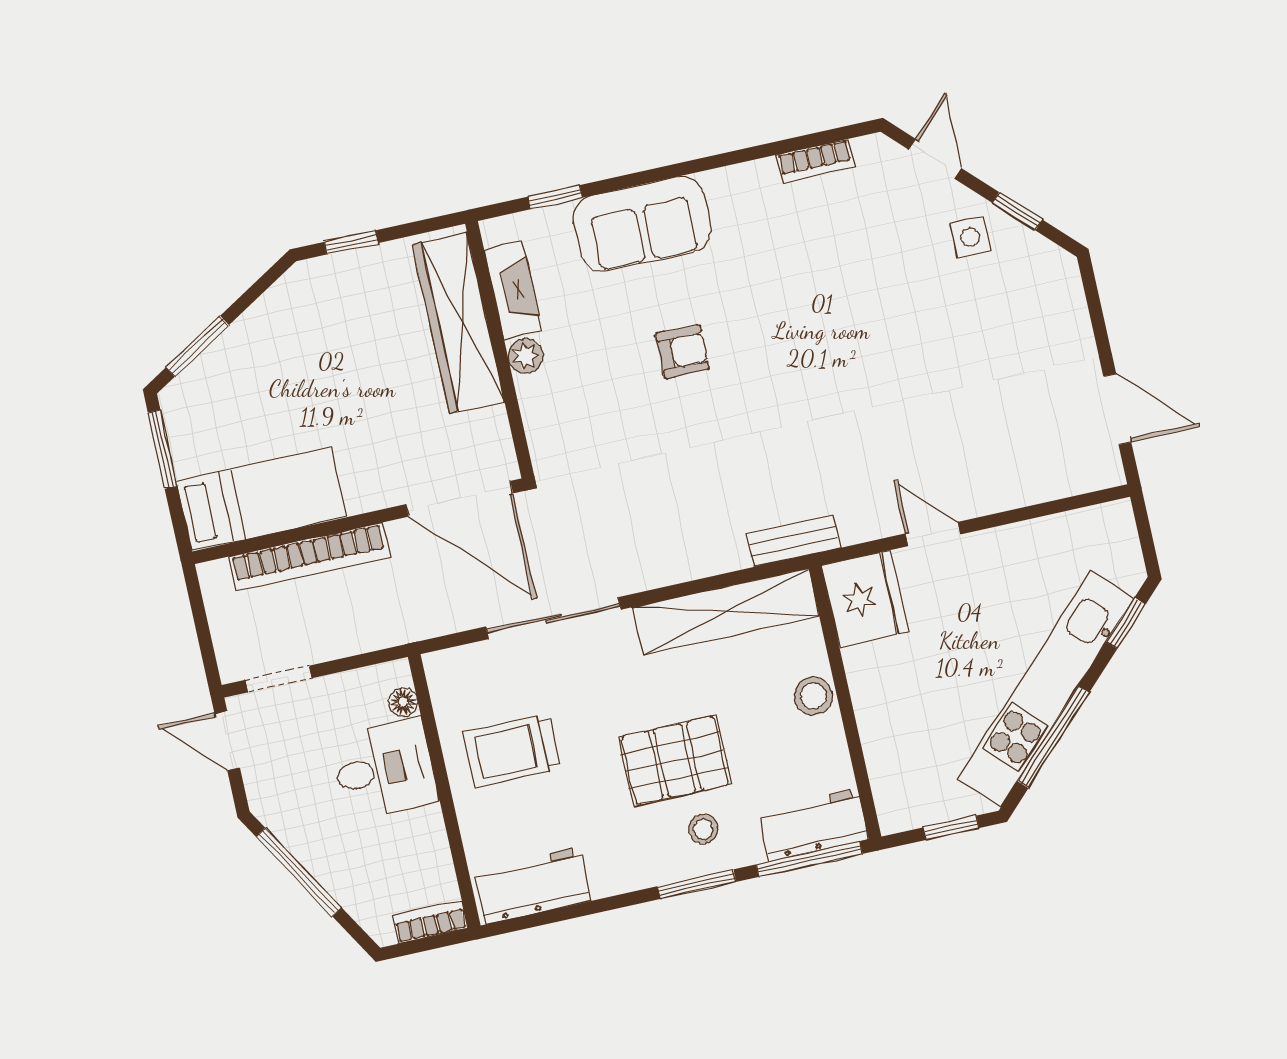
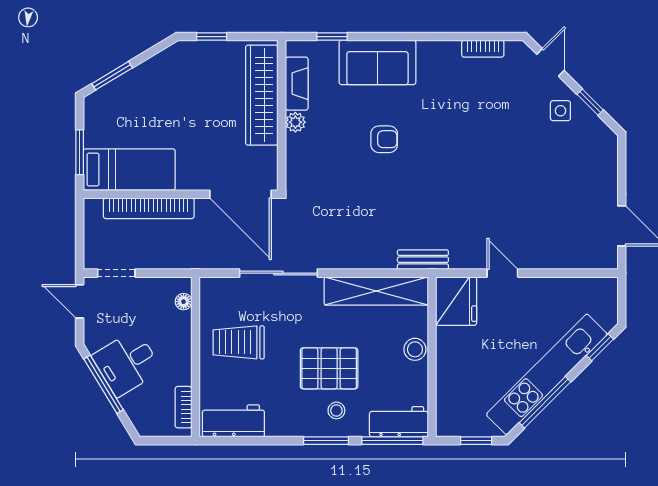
window: (163, 449) -> (80, 152), moved
desk: (384, 769) -> (127, 363), moved, turned 149
bookcase: (430, 922) -> (183, 407), moved, turned -90

